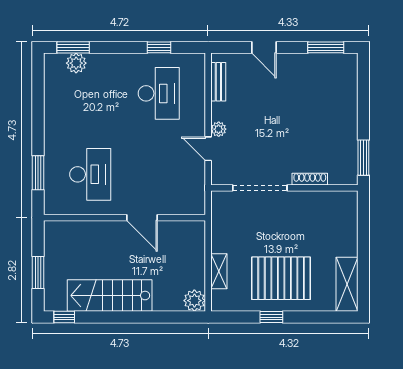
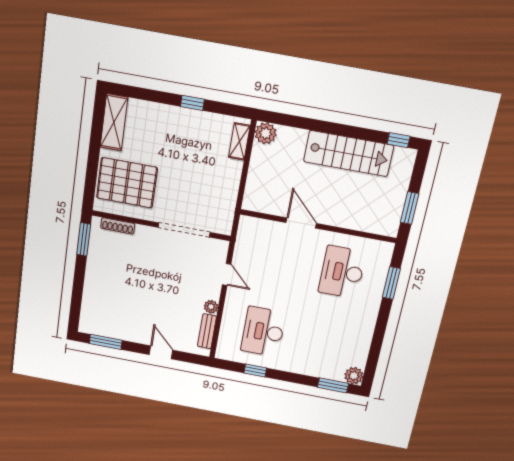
plant: (76, 63) -> (354, 376), moved
plant: (219, 129) -> (211, 307), moved
shoe rack: (310, 179) -> (118, 226), moved
shelving: (219, 271) -> (239, 141), moved
window: (38, 273) -> (410, 208), moved
pallet: (281, 278) -> (127, 183), moved

